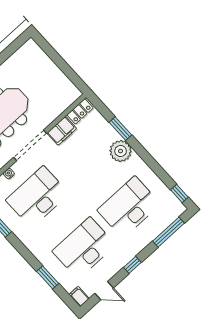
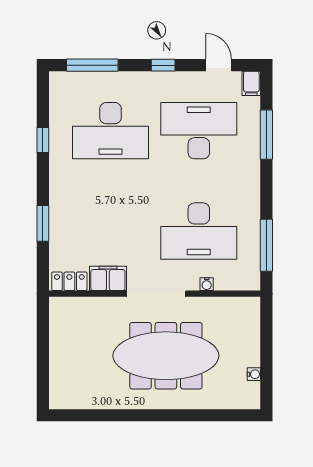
plant: (121, 151) -> (65, 199), removed
window: (179, 194) -> (43, 140), moved
desk: (84, 248) -> (199, 131), turned 180
window: (48, 277) -> (266, 135), width x1.44

